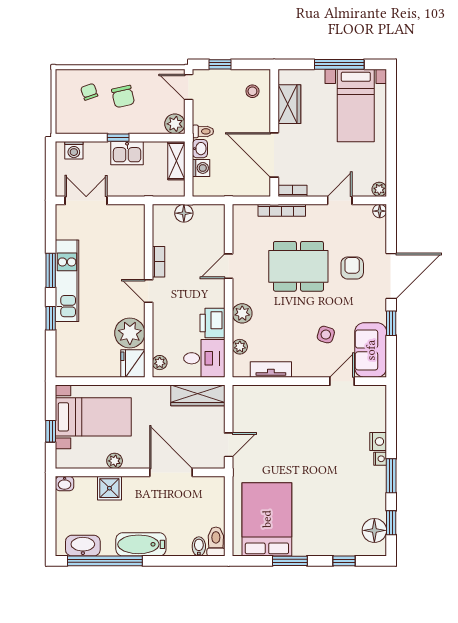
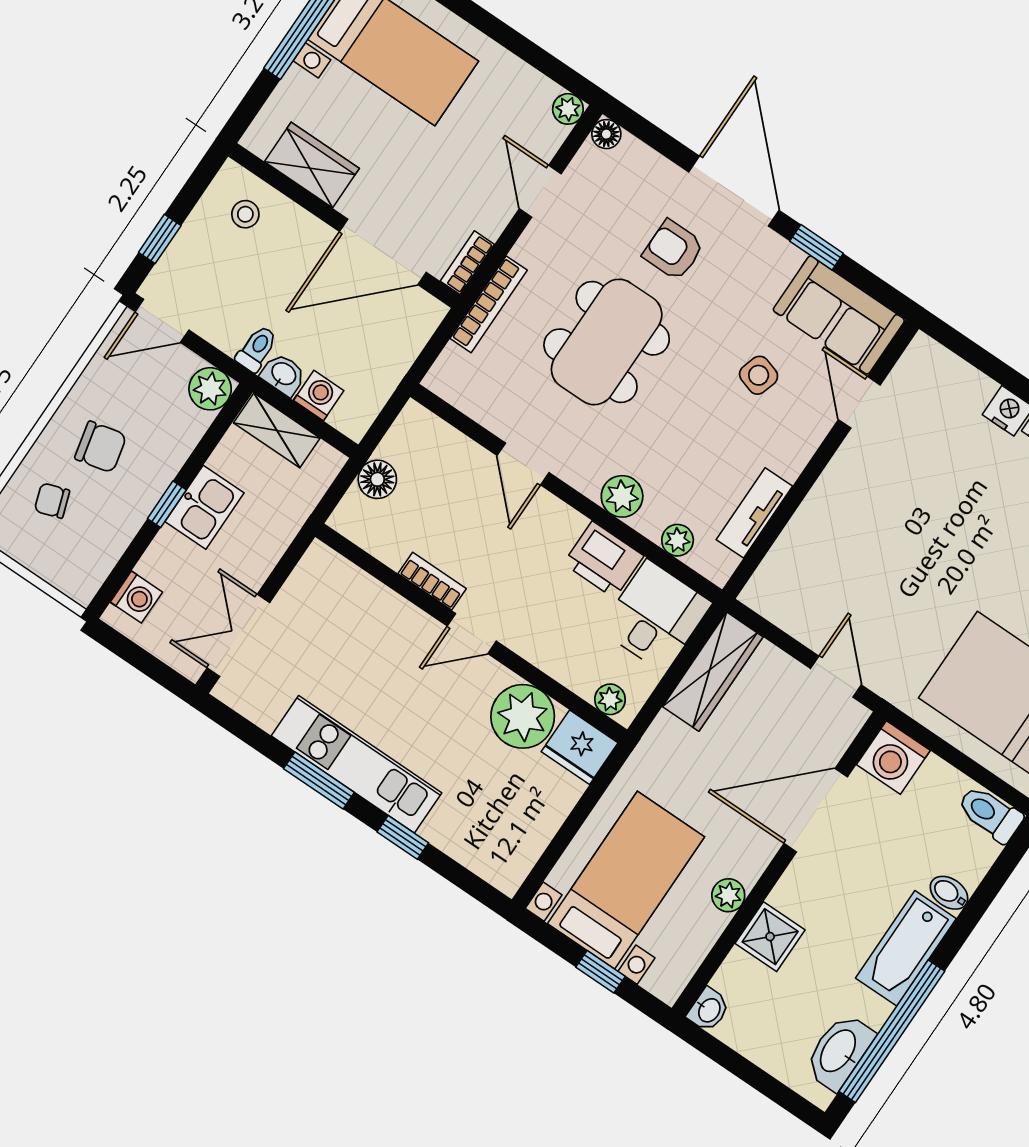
washing machine: (212, 489) -> (893, 758), added
bidet: (199, 546) -> (949, 893), moved

